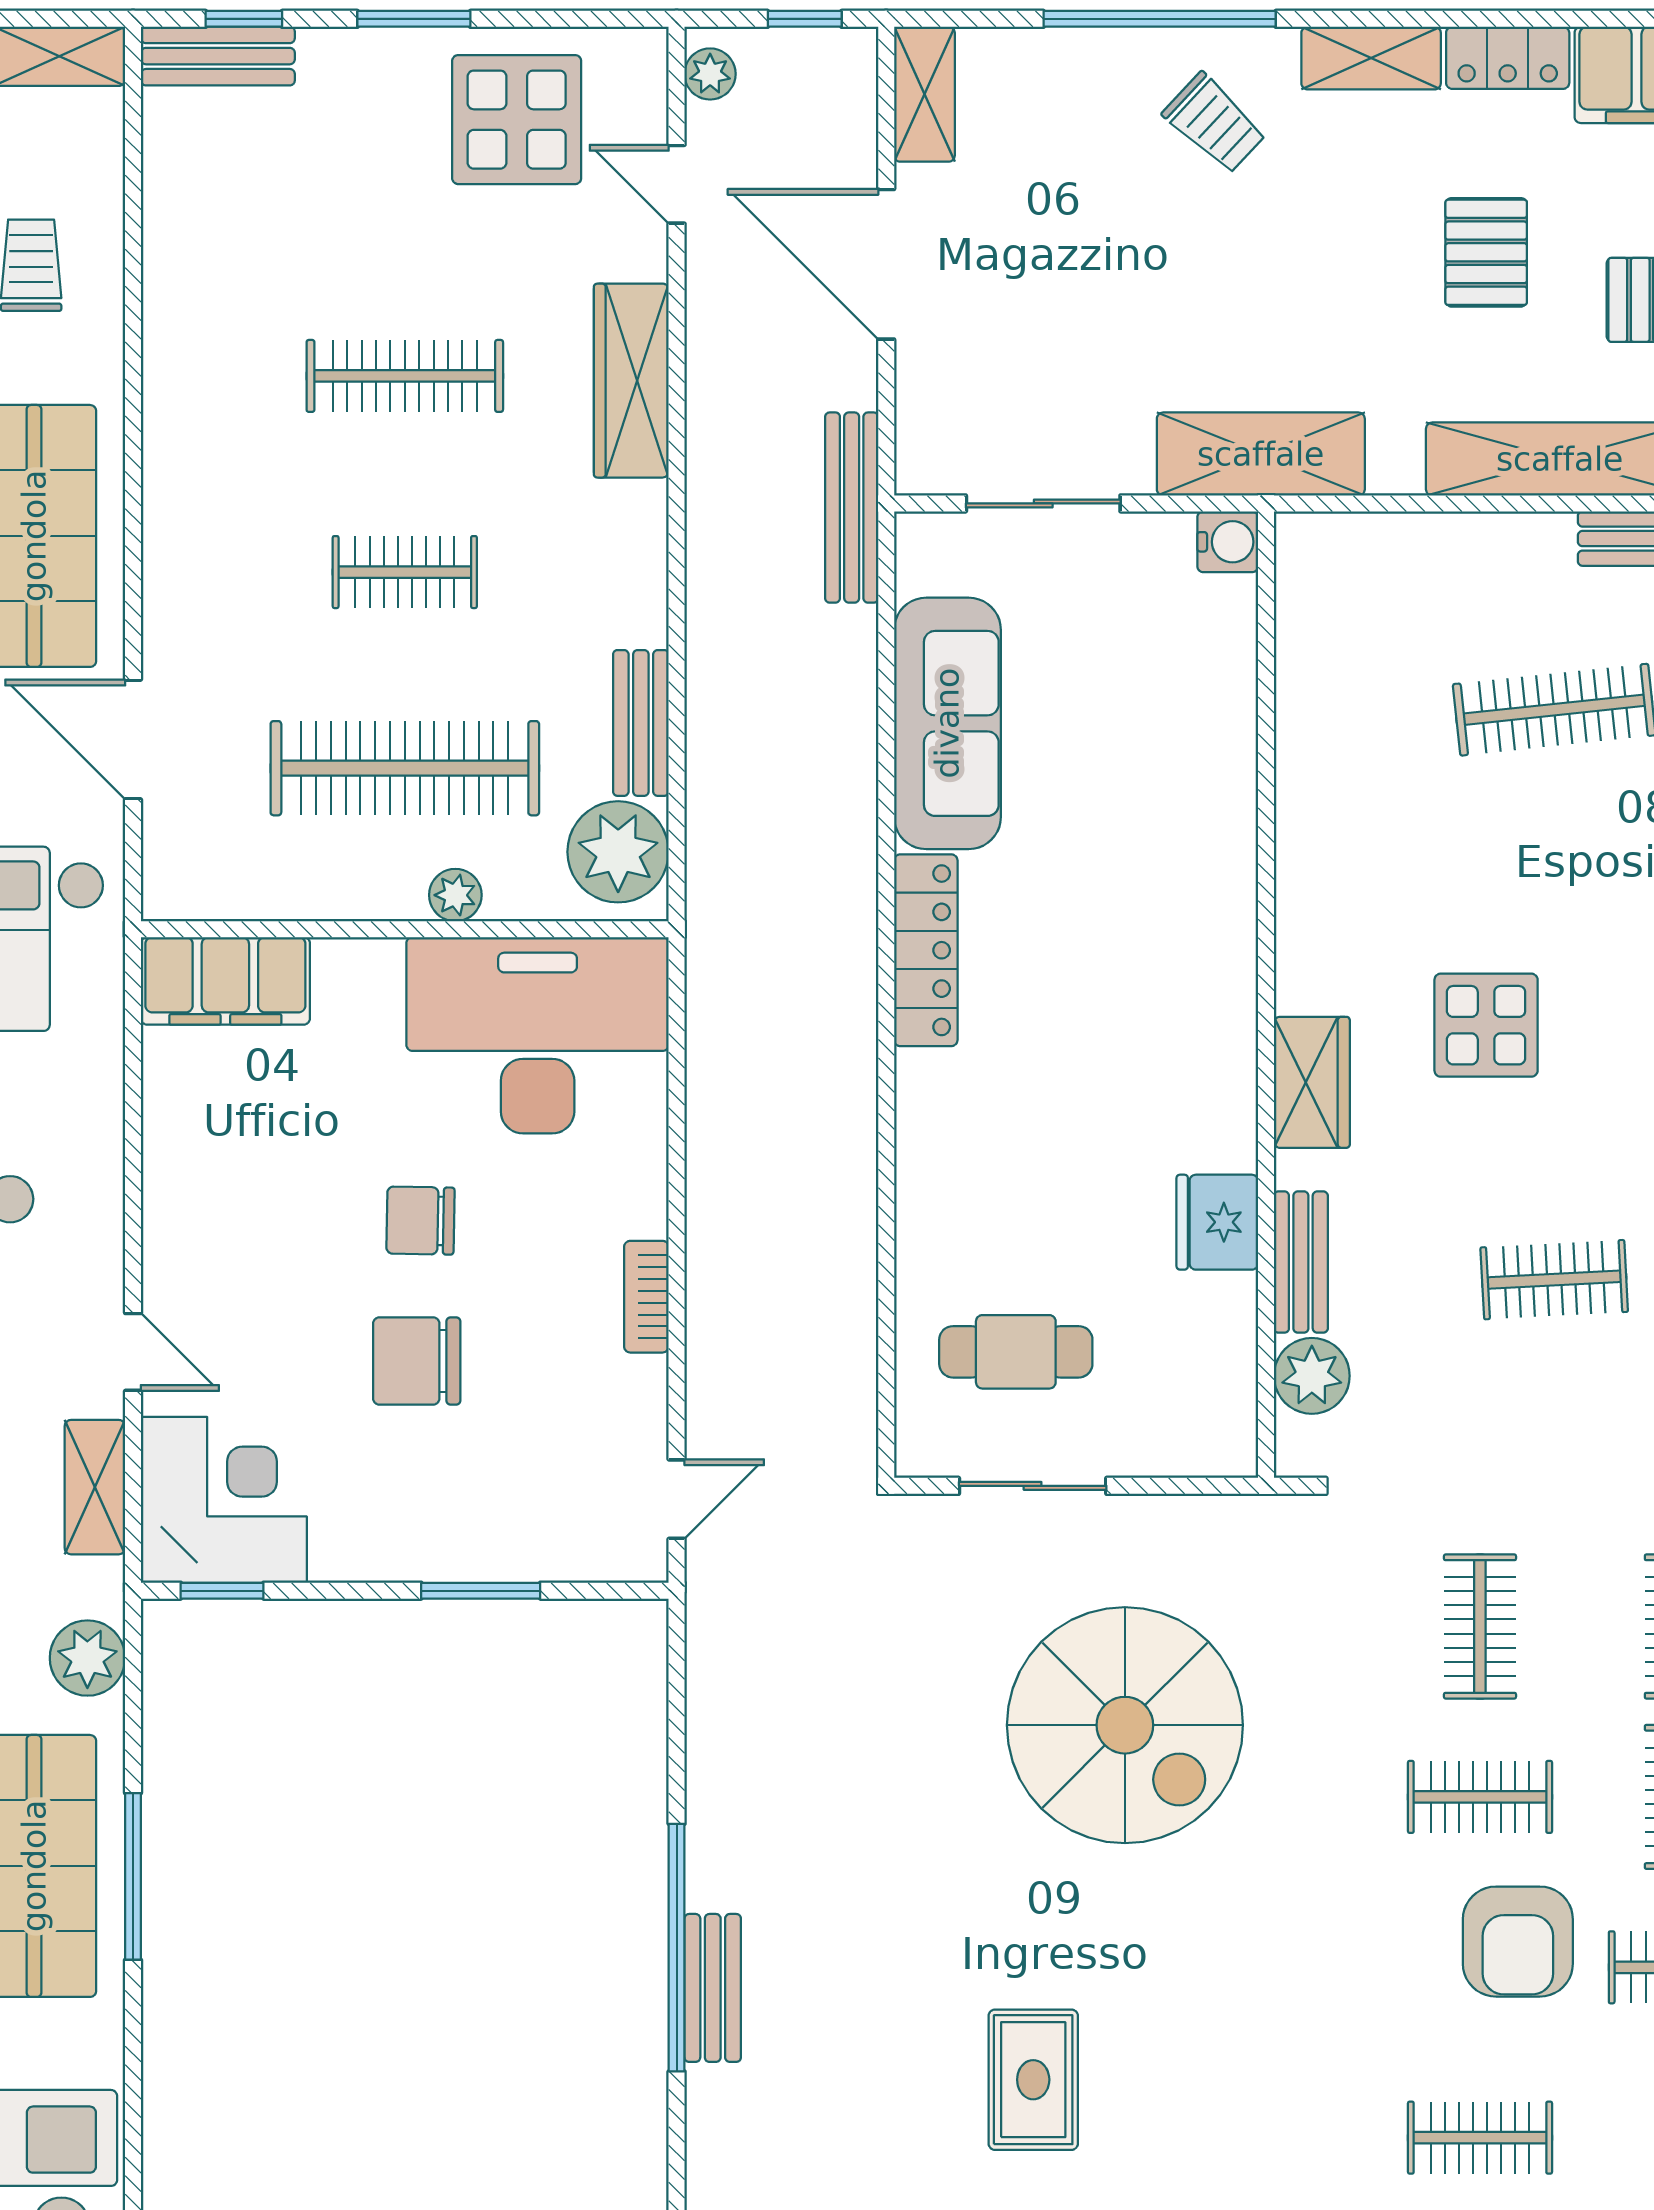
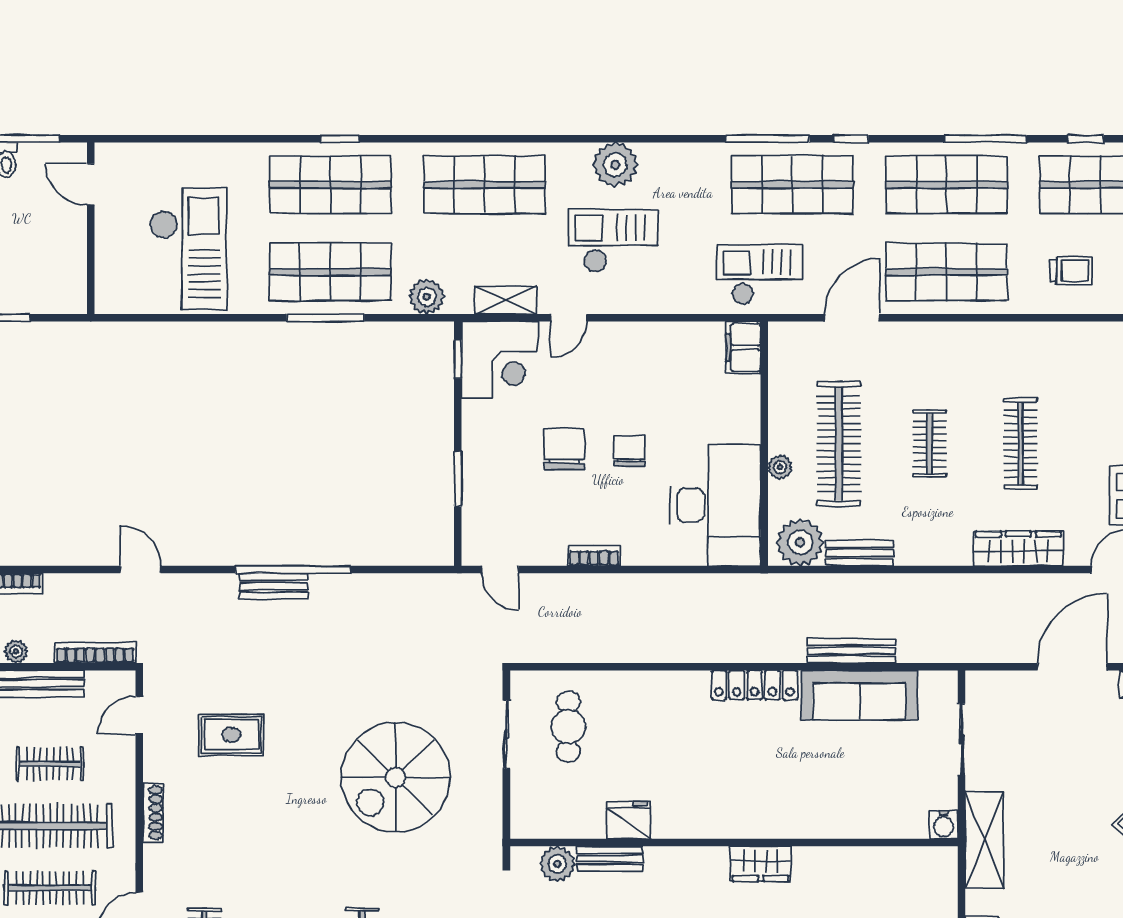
bench: (852, 508) -> (851, 651), moved
filing cabinet: (225, 981) -> (743, 348), width x0.67, depth x0.86
wardrobe: (1312, 1082) -> (761, 864), moved

